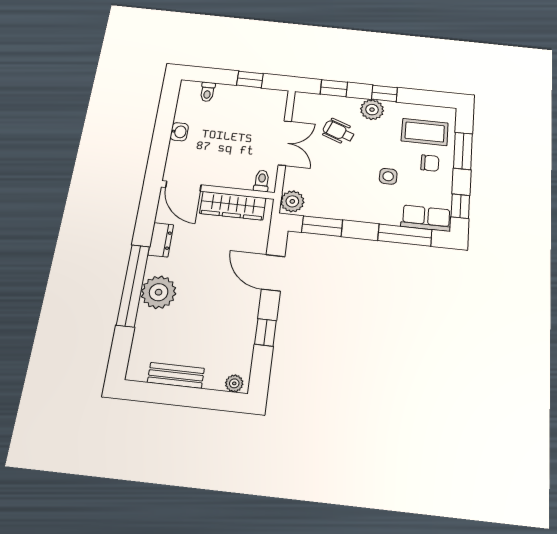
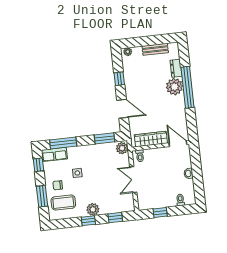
wheelchair: (339, 132) -> (107, 193), removed
dresser: (161, 240) -> (176, 68), moved

